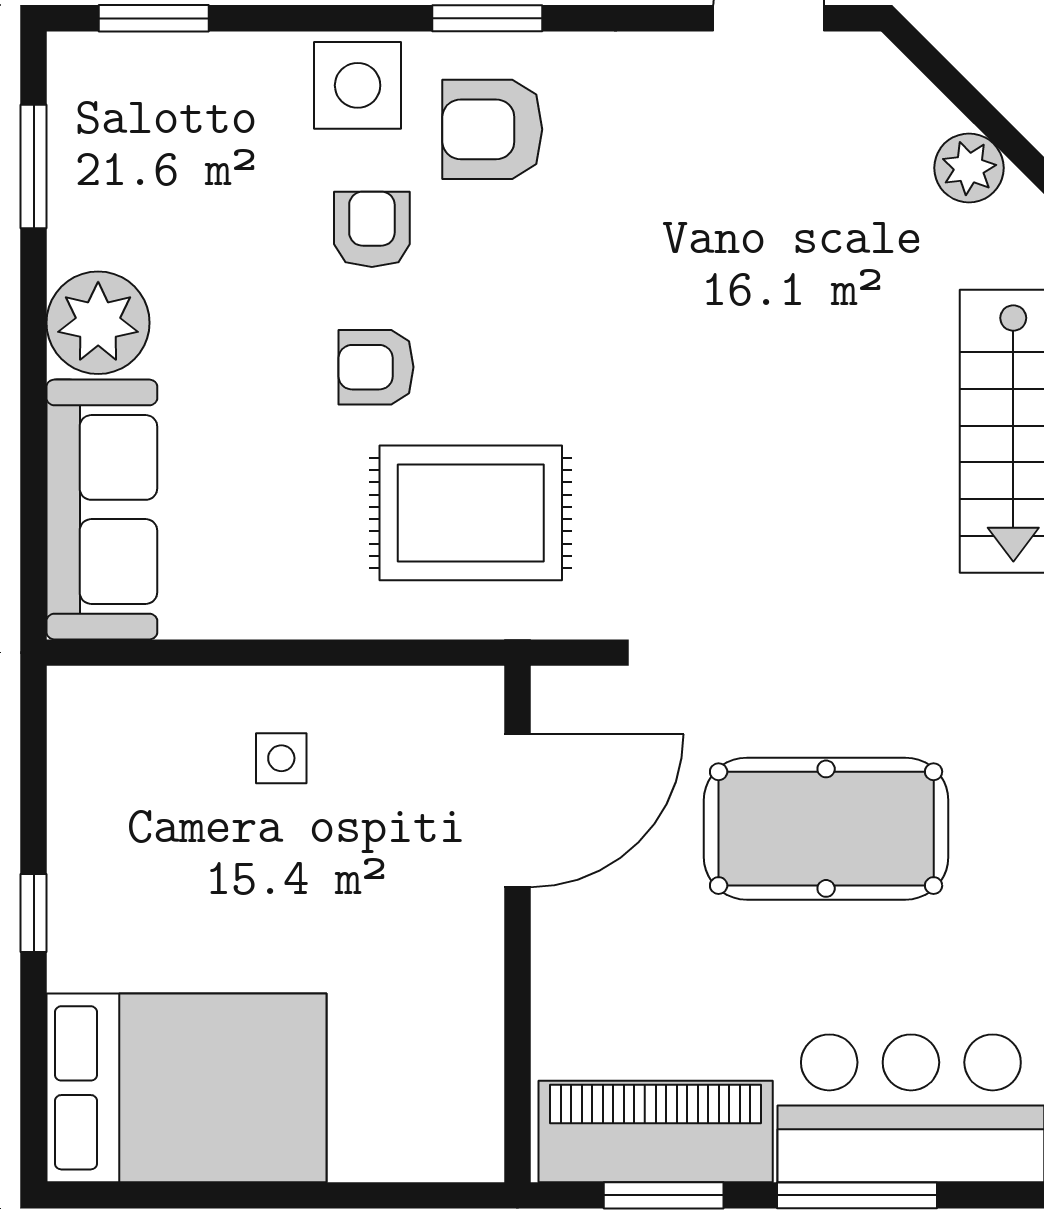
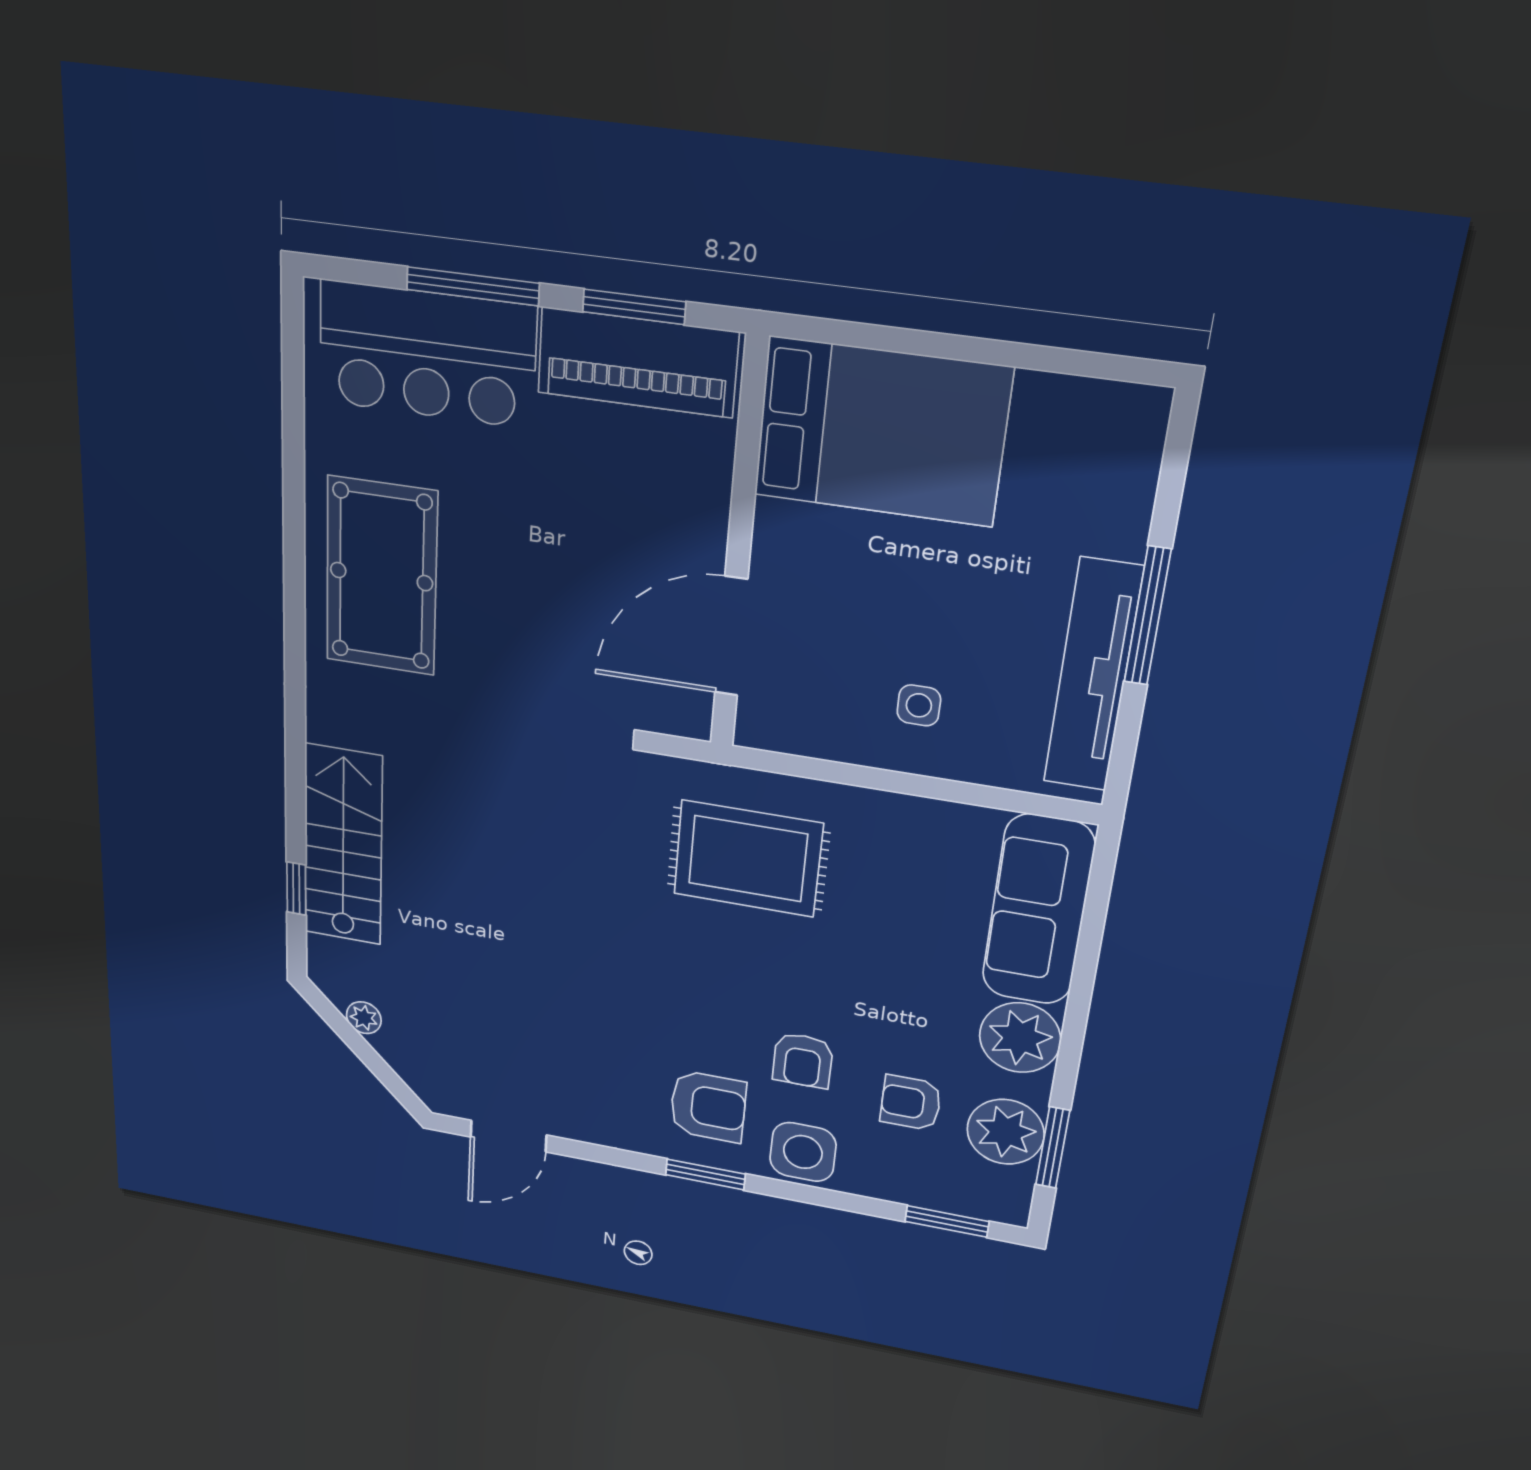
plant: (969, 168) -> (364, 1018), width x0.73, depth x0.73
plant: (97, 177) -> (1006, 1132), added
armchair: (376, 367) -> (911, 1103), moved, turned 180
pool table: (826, 829) -> (381, 577), moved, turned 90
tv unit: (83, 830) -> (1093, 676), added
window: (34, 913) -> (1148, 616), width x2.17
bed: (187, 1088) -> (881, 432), moved, turned 180

